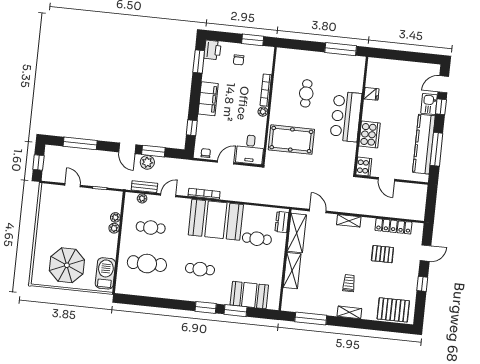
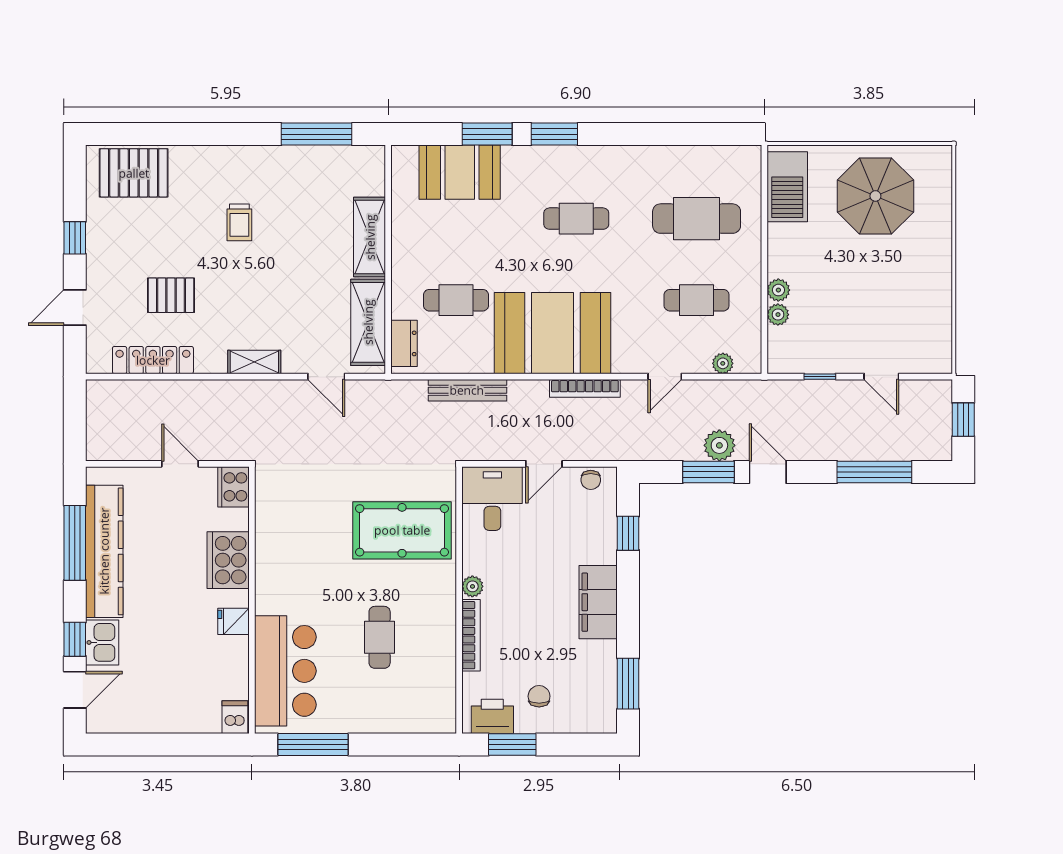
printer: (213, 50) -> (492, 716), moved, turned 90
dishwasher: (374, 65) -> (235, 717), added
fridge: (371, 94) -> (233, 621), moved
bar counter: (346, 116) -> (285, 671), moved
bench: (144, 187) -> (467, 390), moved, width x1.36
shelving: (349, 312) -> (231, 157), removed

